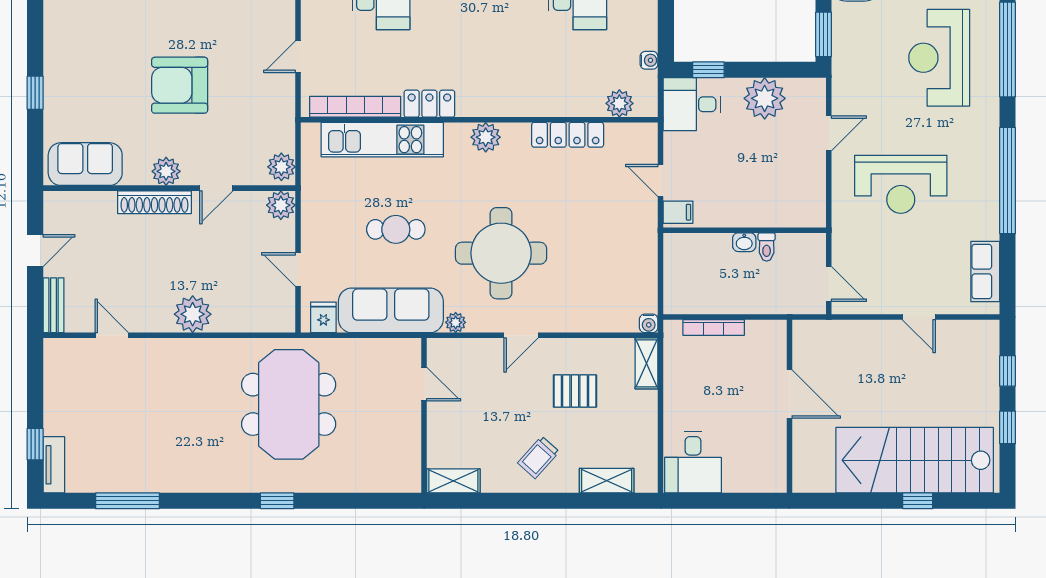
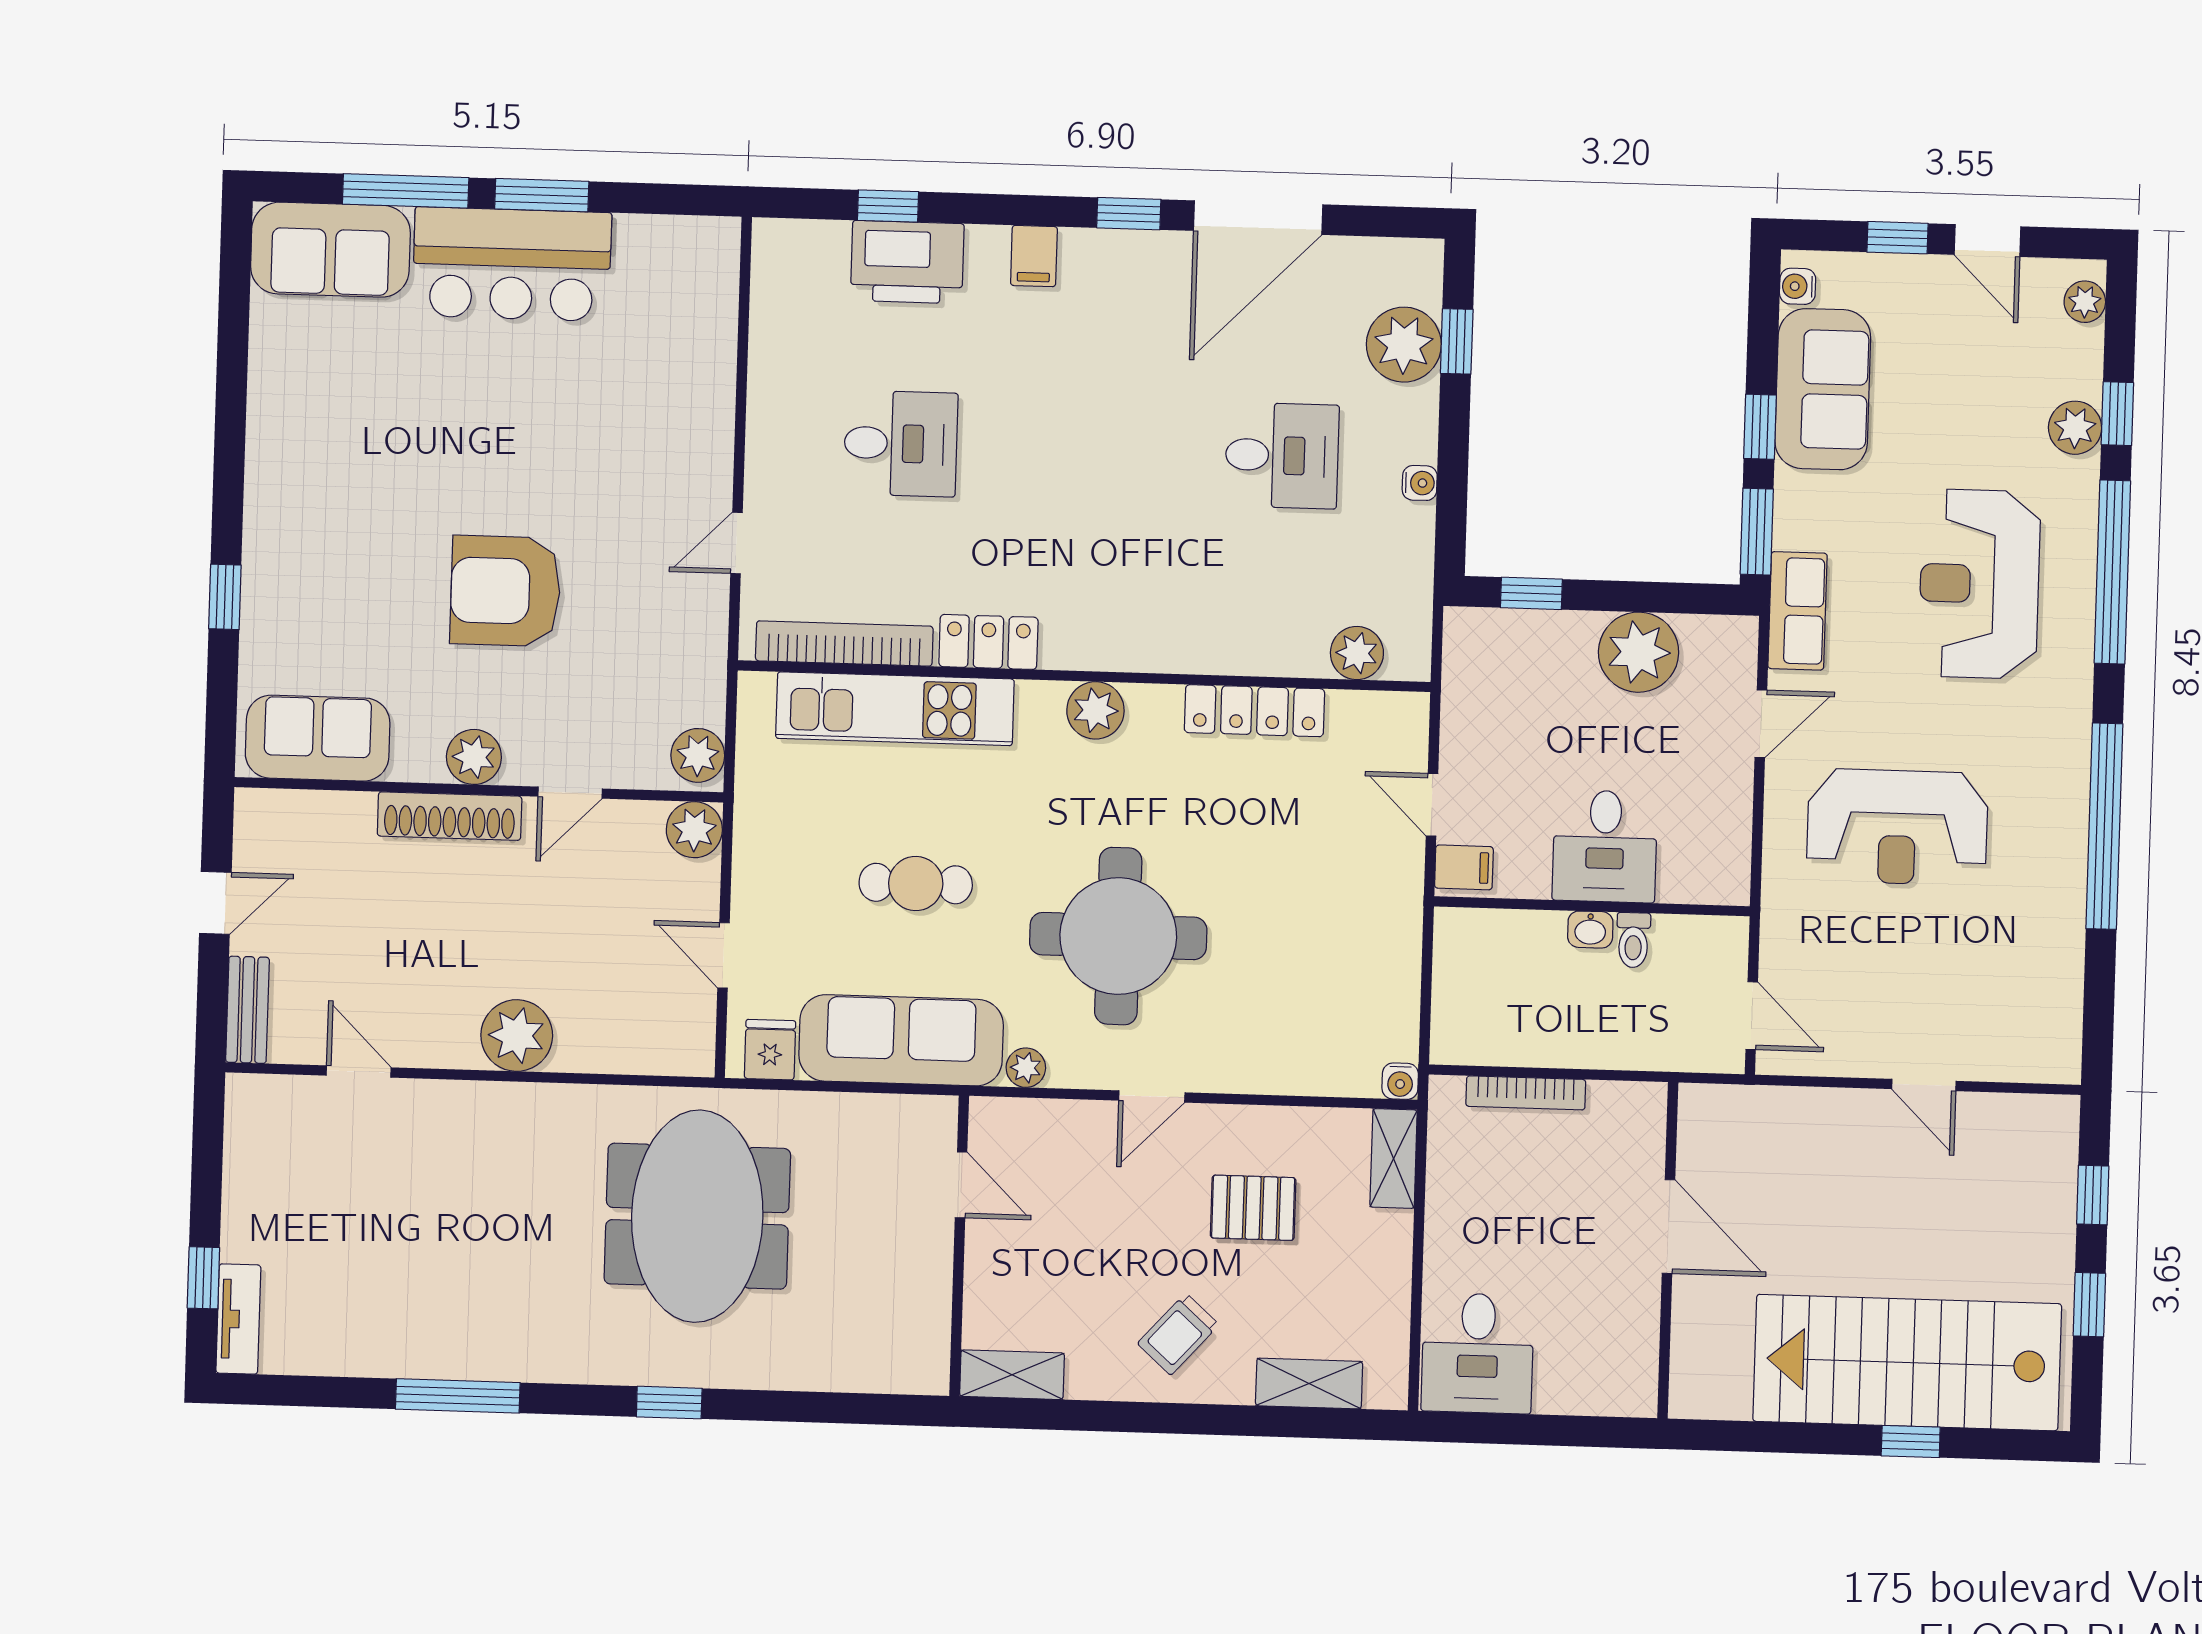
water cooler: (649, 60) -> (1420, 483), moved
desk: (692, 104) -> (1605, 846), moved, turned -90
row of seats: (985, 272) -> (1797, 611), moved, turned 180
window: (128, 501) -> (458, 1396), moved

